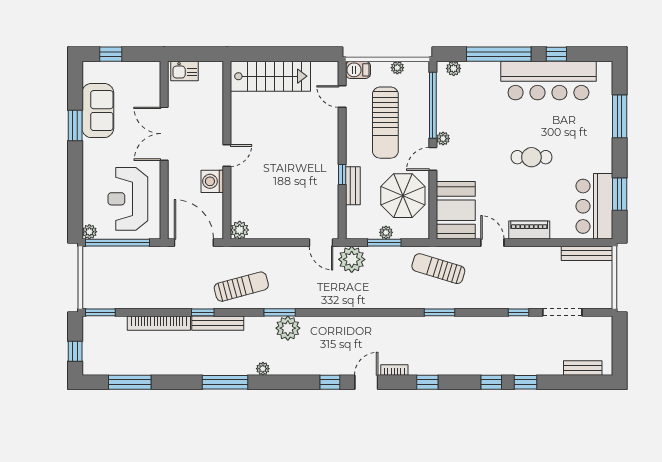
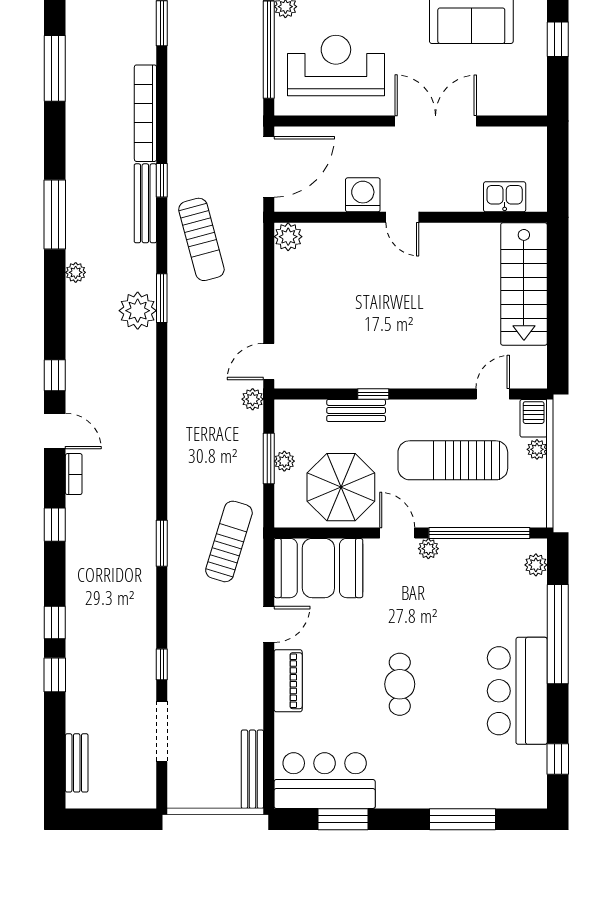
window: (556, 54) -> (558, 759), moved
plant: (397, 68) -> (537, 449), moved
kitchen sink: (185, 71) -> (505, 197), moved, turned 90
bar counter: (548, 81) -> (517, 691), width x0.73
plant: (352, 259) -> (253, 399), width x0.53, depth x0.53

